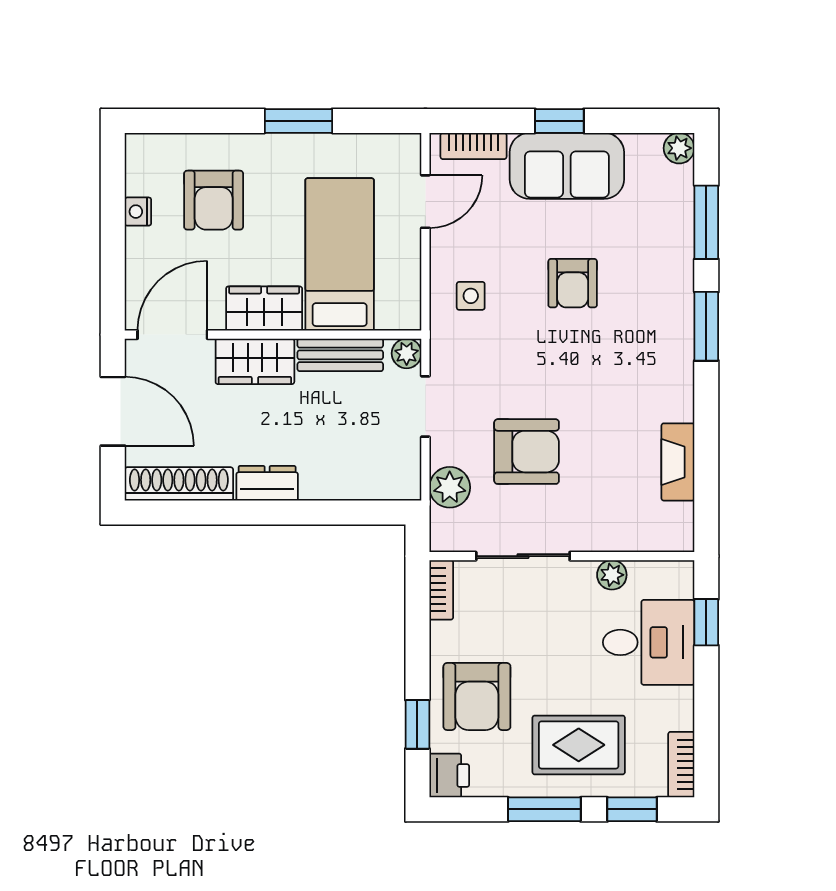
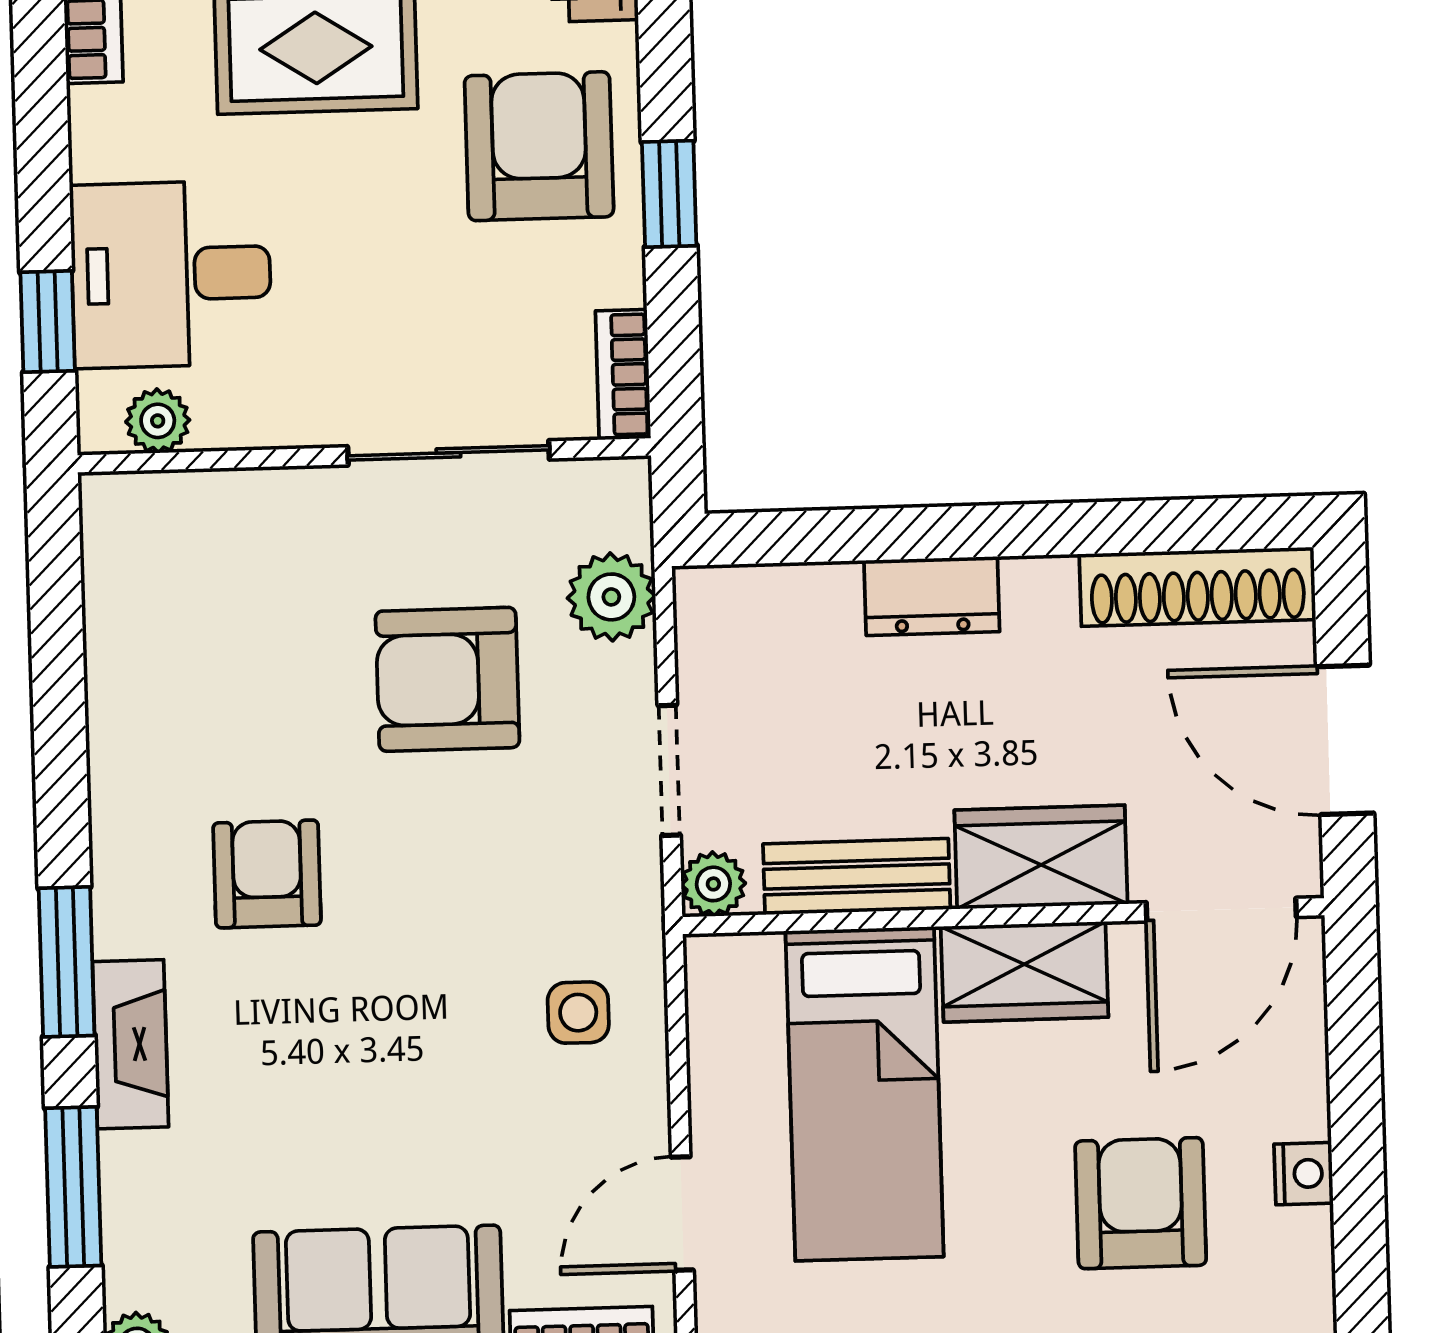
armchair: (573, 283) -> (267, 874), moved
fireplace: (678, 462) -> (130, 1044), moved
dresser: (267, 483) -> (932, 596), moved
plant: (612, 575) -> (158, 421), moved
window: (417, 724) -> (669, 194), moved

